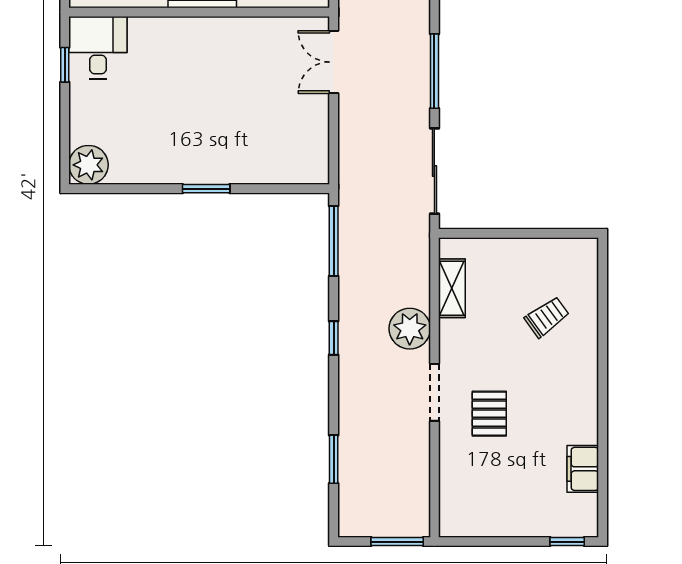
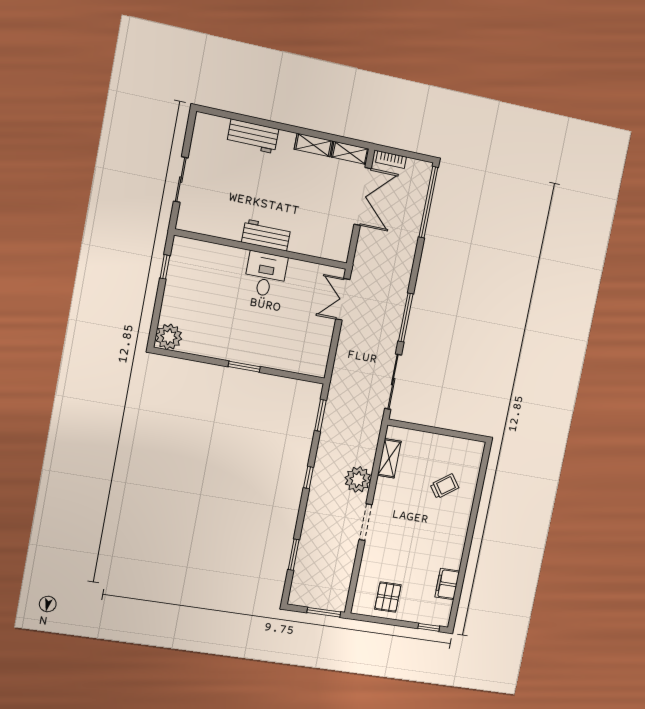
desk: (98, 48) -> (266, 274), moved
window: (334, 241) -> (320, 415), width x0.69
pallet: (489, 414) -> (388, 597), moved

